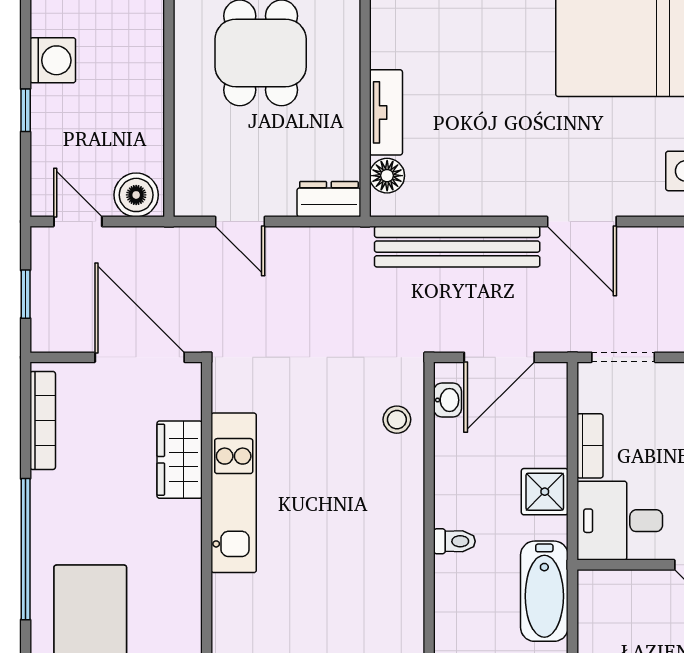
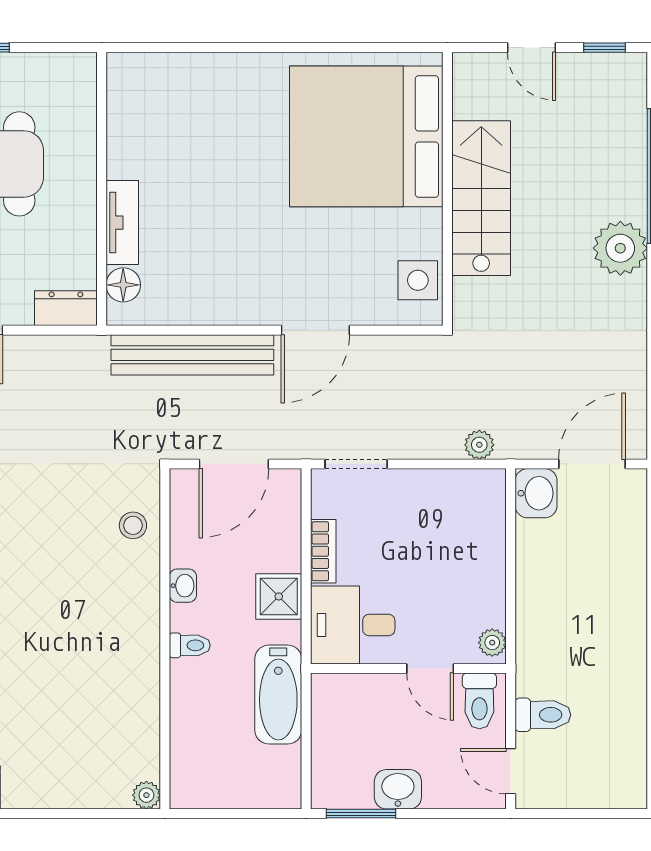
door: (582, 222) -> (315, 330), hinge flipped
washbasin: (448, 400) -> (183, 586), moved

